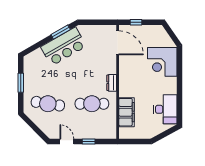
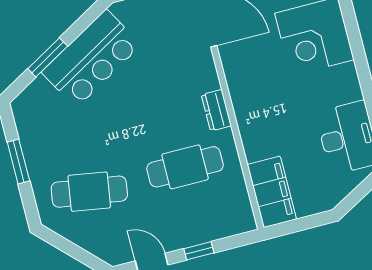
window: (61, 32) -> (48, 57), moved
filing cabinet: (127, 112) -> (272, 192), moved

